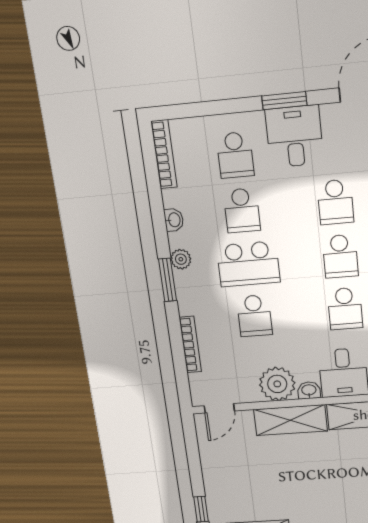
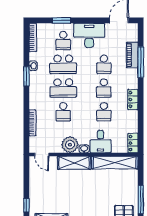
window: (284, 101) -> (61, 20), moved
desk: (294, 136) -> (89, 35), width x1.37
school desk: (242, 210) -> (63, 64), width x1.85
plant: (181, 259) -> (34, 83), removed
window: (167, 280) -> (26, 76), moved
door: (219, 408) -> (42, 155), hinge flipped

